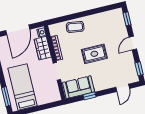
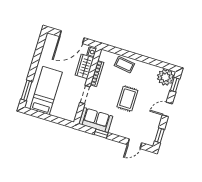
plant: (116, 17) -> (165, 77), added
rug: (94, 54) -> (127, 99), turned 90

